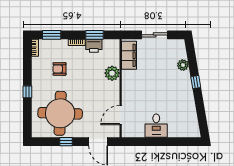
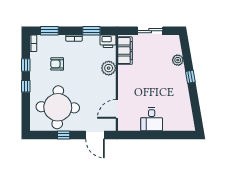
printer: (94, 46) -> (108, 41), moved
window: (27, 70) -> (26, 65), added

